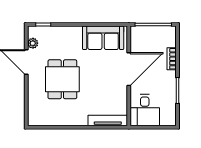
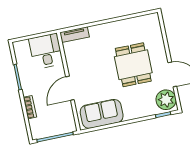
plant: (33, 43) -> (166, 100), width x1.88, depth x1.88
door: (129, 69) -> (70, 88), width x0.73
tv unit: (108, 120) -> (75, 35), width x0.71

